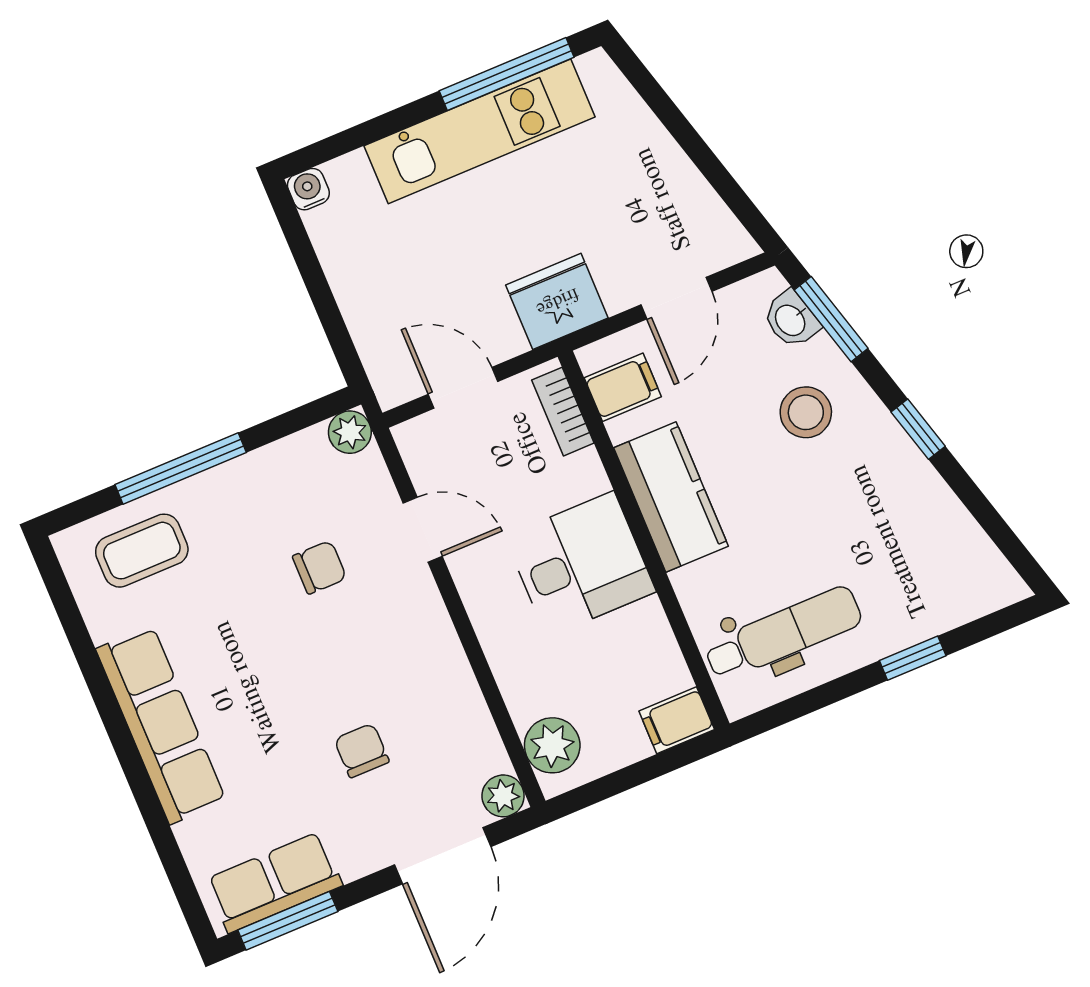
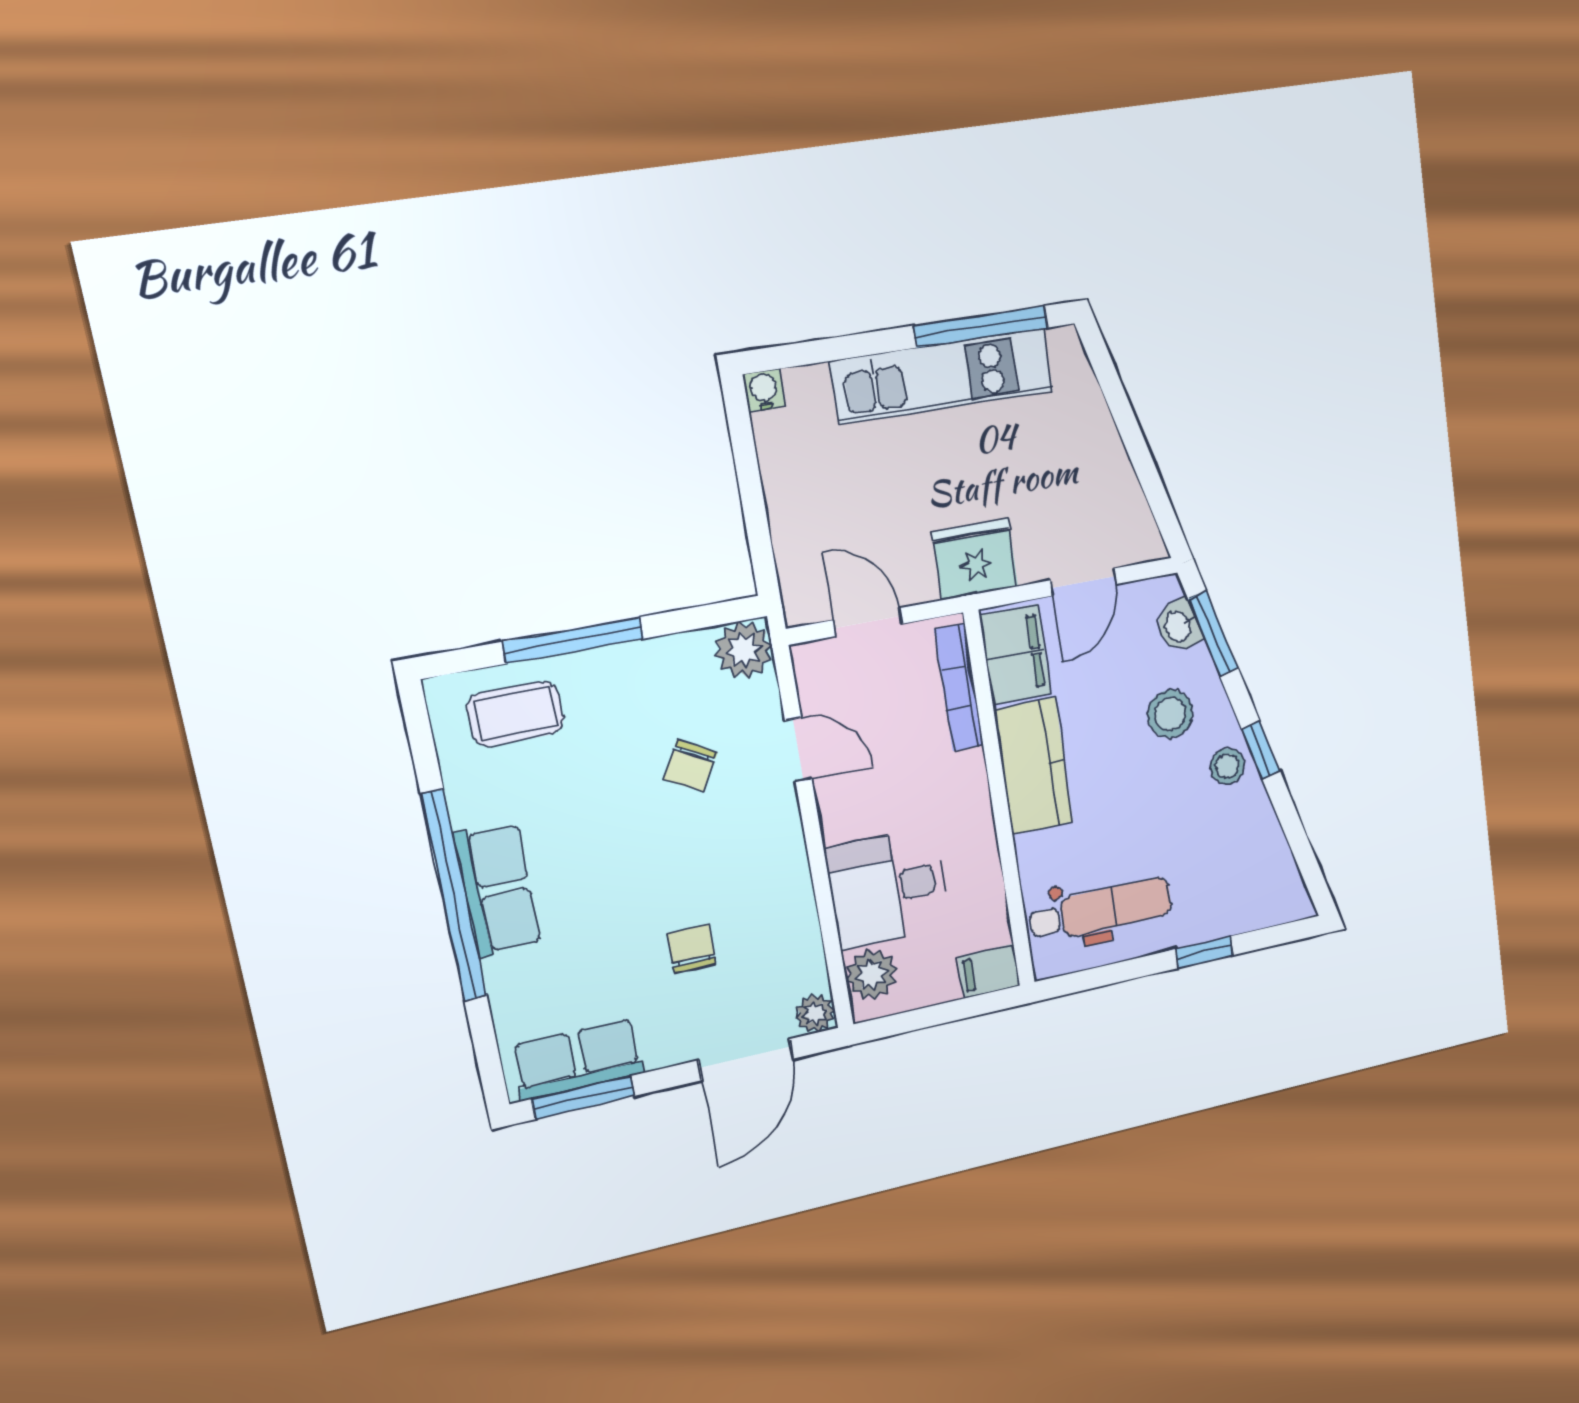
filing cabinet: (623, 387) -> (1015, 655), width x2.00
bookcase: (563, 412) -> (959, 687), width x1.56
plant: (350, 432) -> (743, 650), width x1.38, depth x1.38
stool: (885, 454) -> (1227, 766), added
desk: (580, 564) -> (888, 888), moved, turned 180
chair: (320, 567) -> (690, 766), turned 119
row of seats: (161, 725) -> (498, 889), width x0.68
window: (122, 739) -> (454, 896), added

